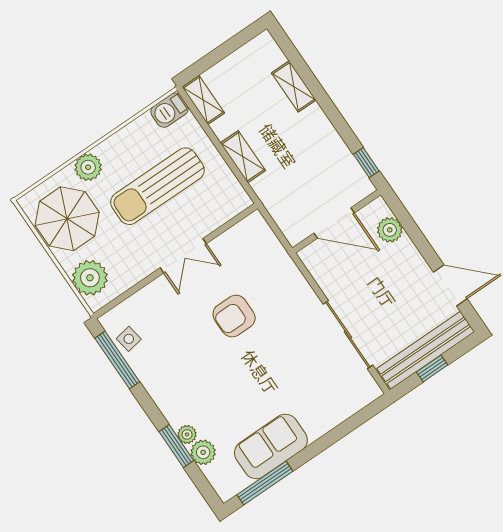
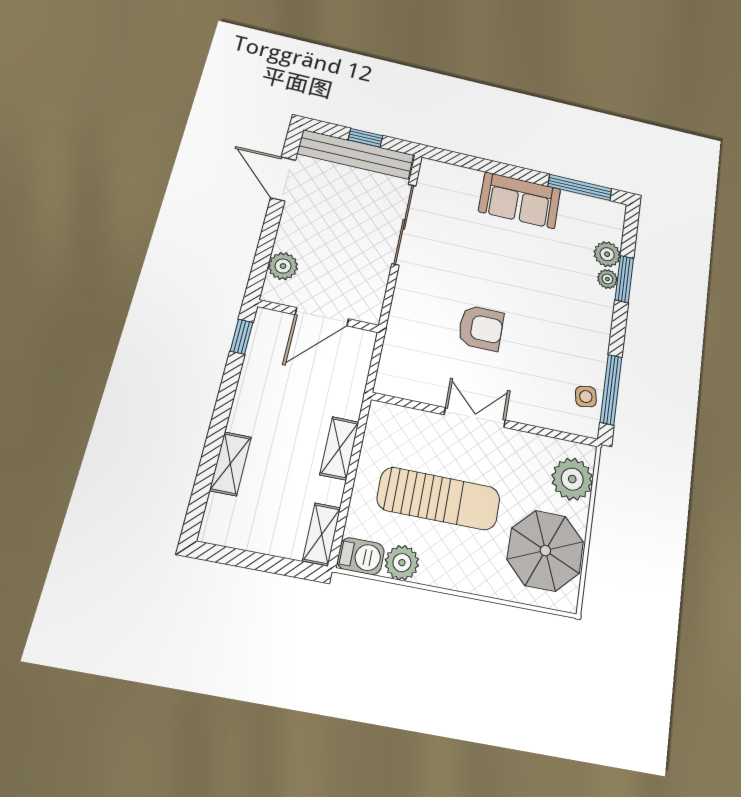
plant: (88, 167) -> (402, 563), moved
door: (334, 223) -> (322, 317), swing flipped
sofa: (271, 446) -> (520, 200), moved

